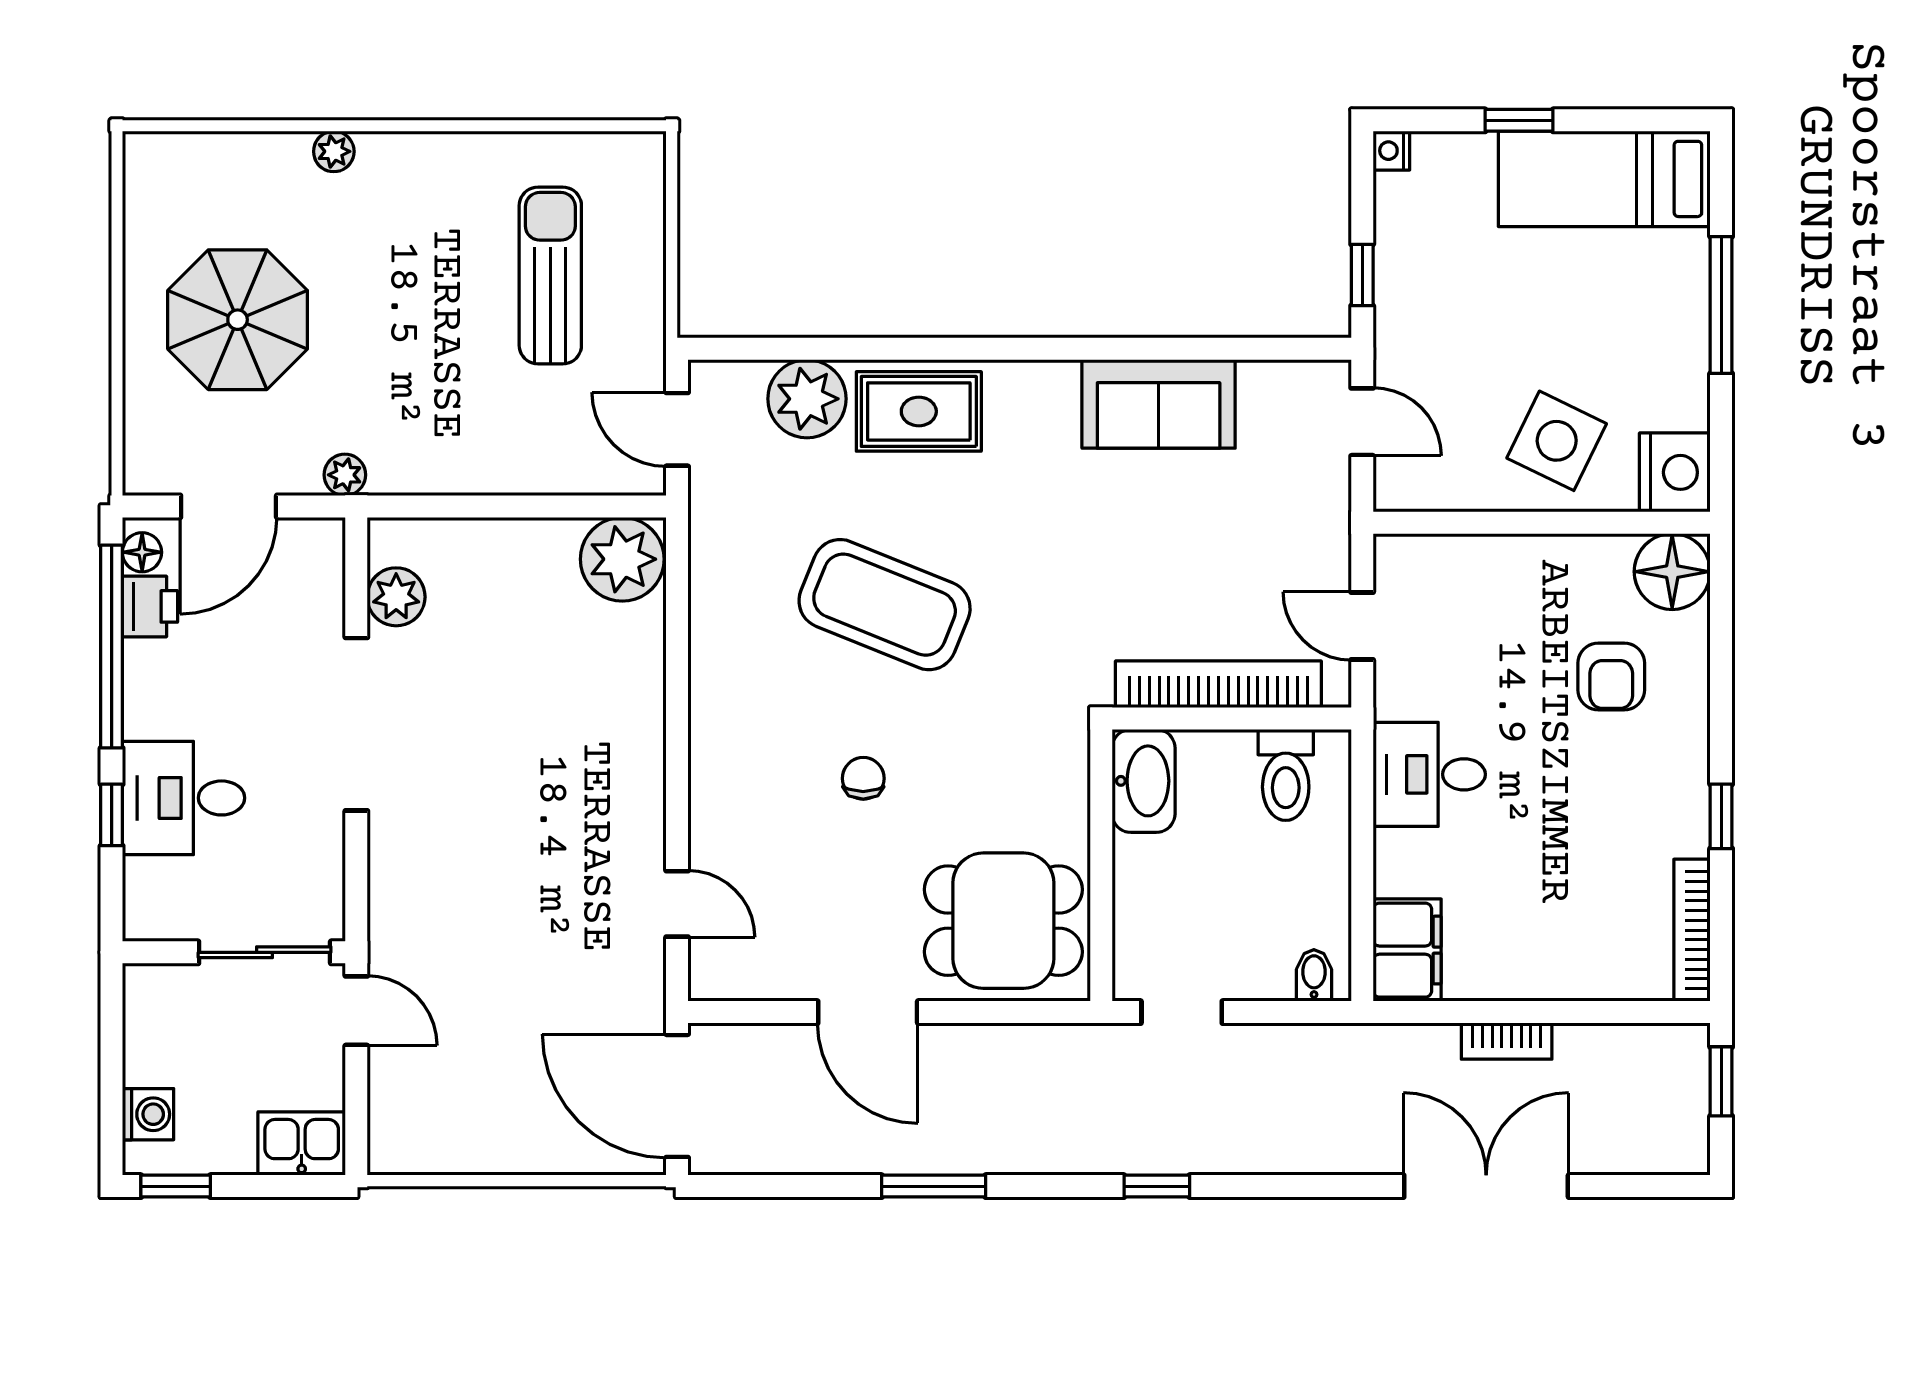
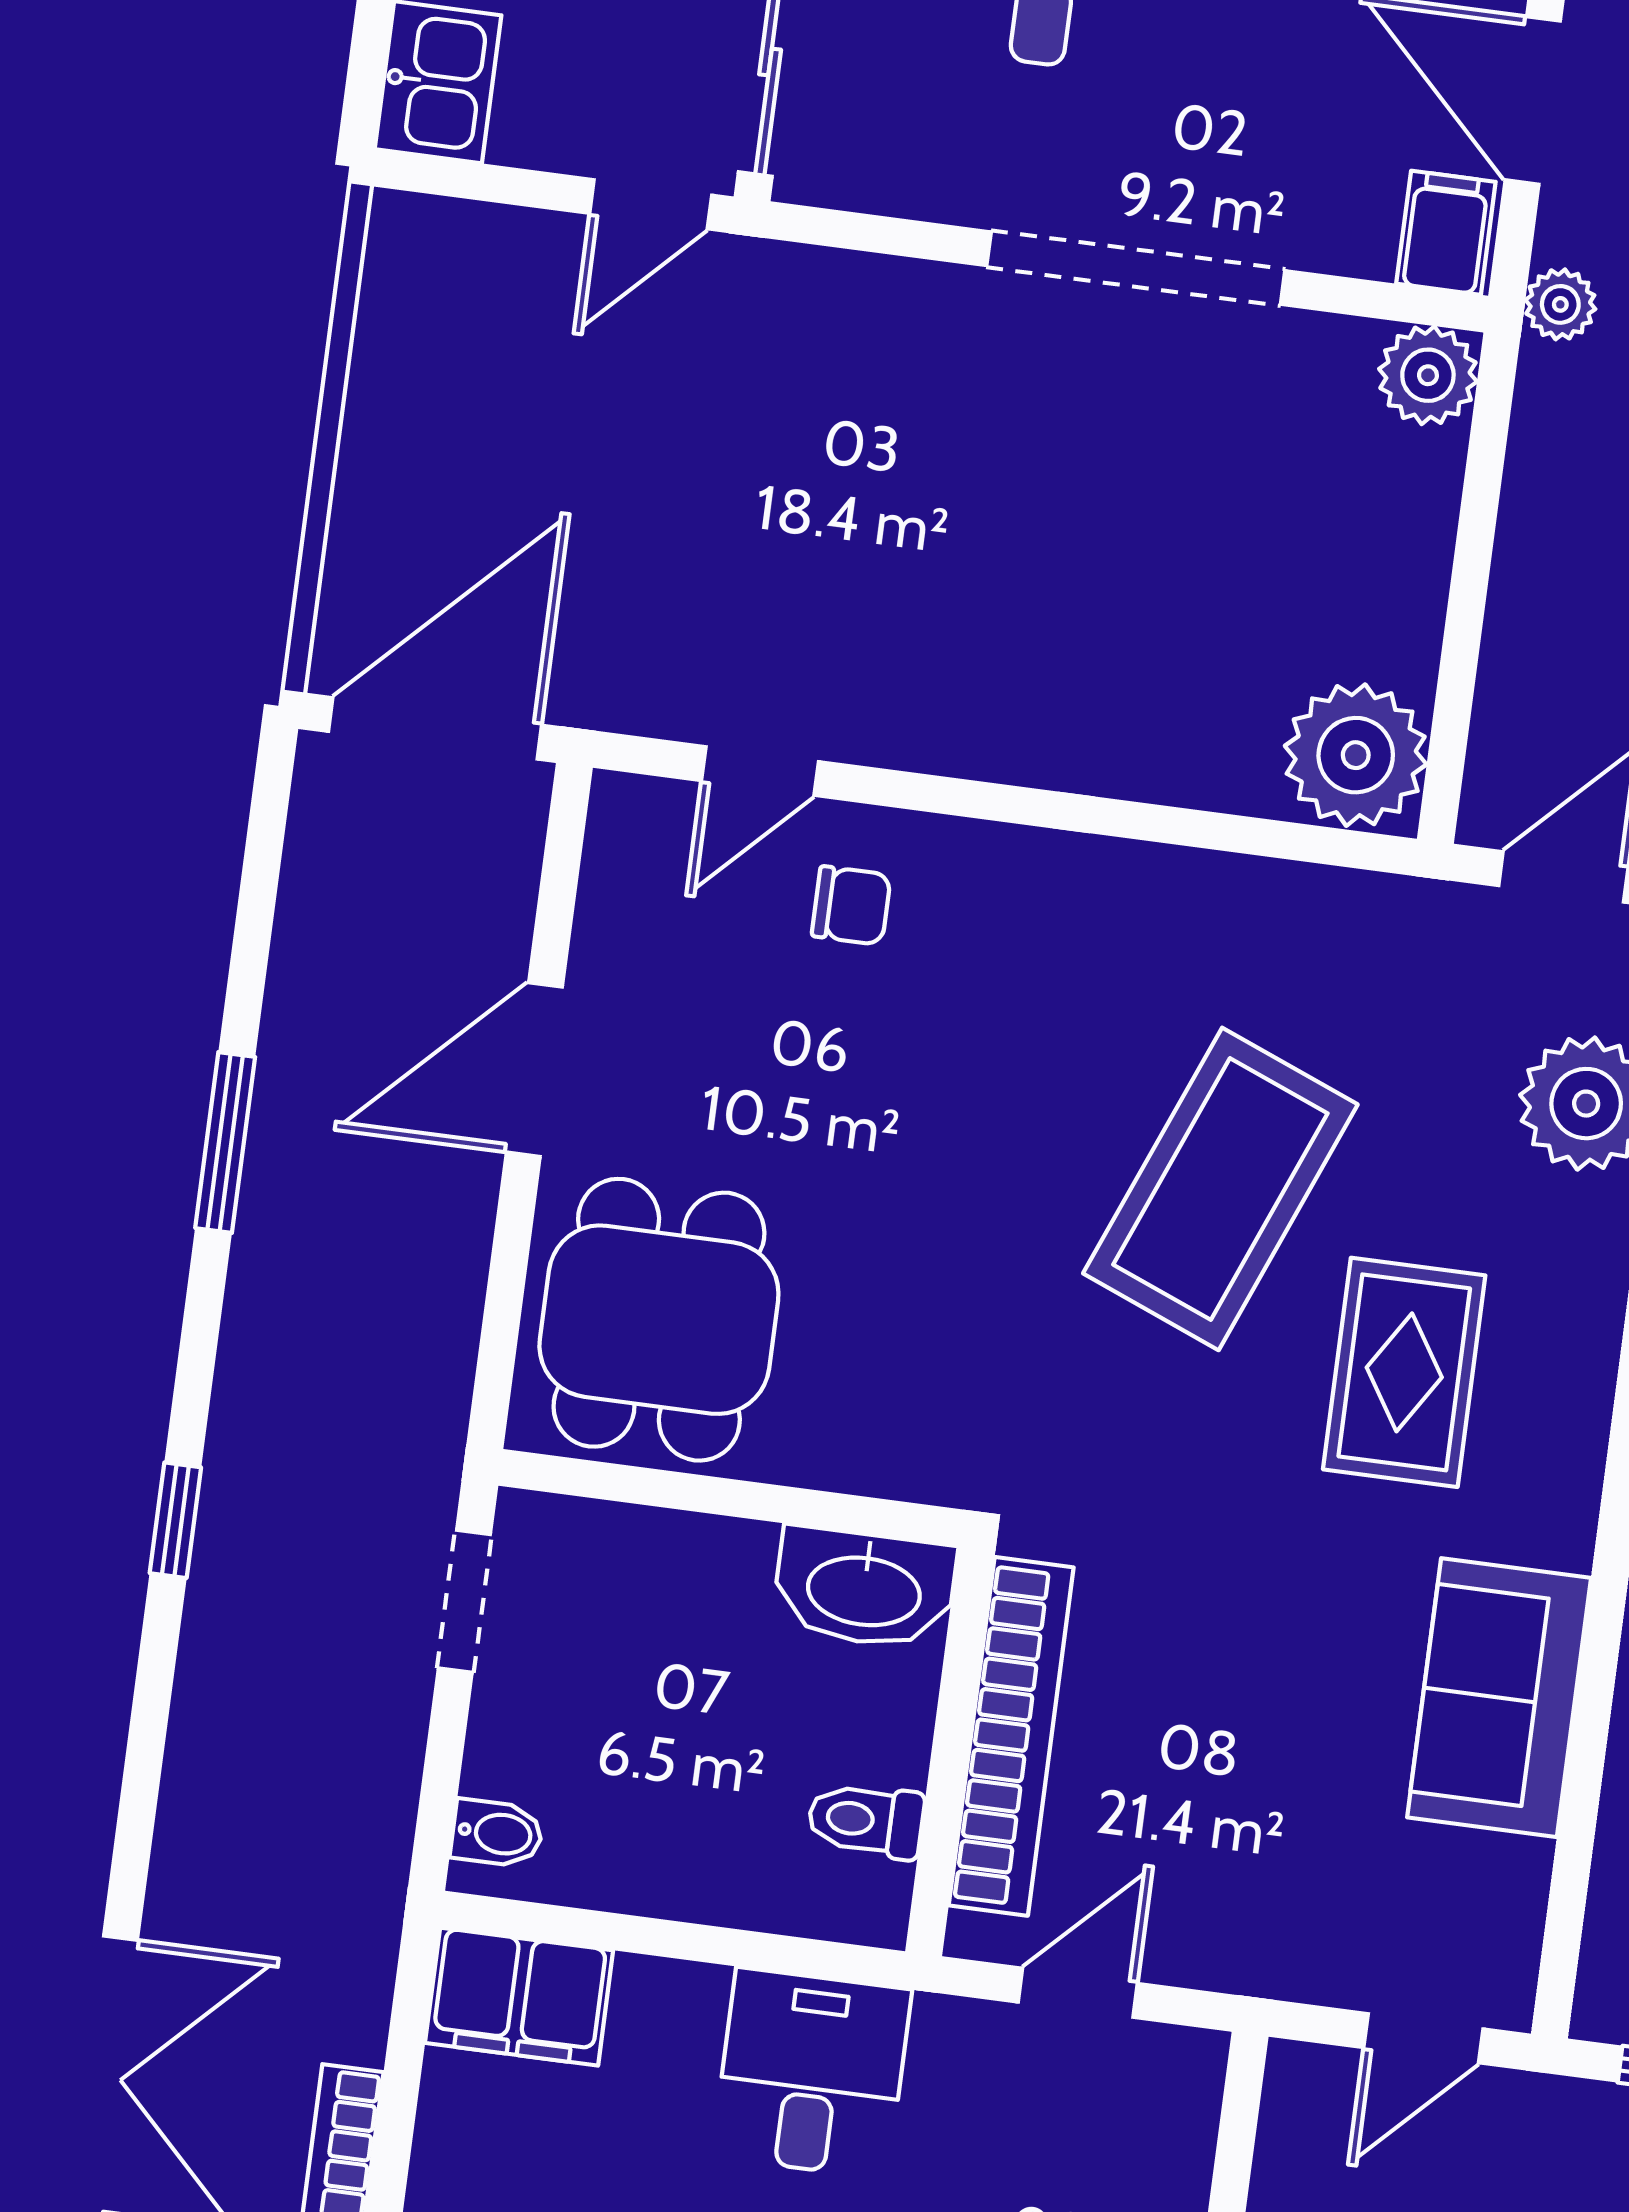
rug: (919, 411) -> (1404, 1372), moved
filing cabinet: (312, 547) -> (1446, 233), added
plant: (396, 597) -> (1428, 375), moved
toilet: (1286, 775) -> (866, 1820), width x0.73, depth x0.72
chair: (863, 778) -> (851, 905), moved

